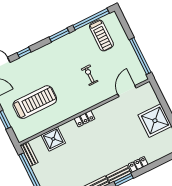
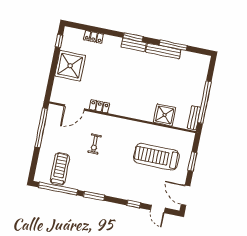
locker: (85, 119) -> (99, 106), moved
locker: (138, 164) -> (94, 37), moved

